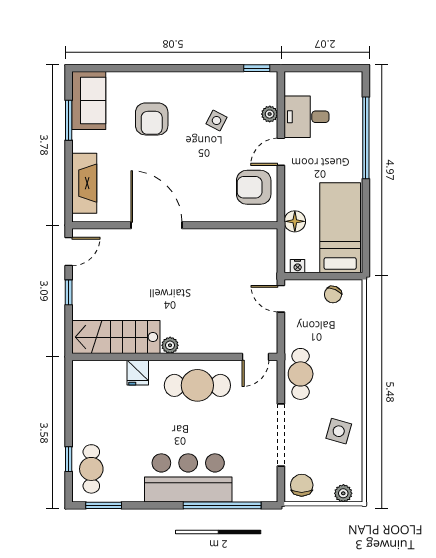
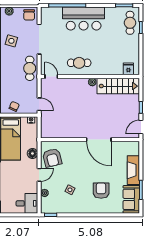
desk: (307, 117) -> (27, 203), moved
fireplace: (84, 183) -> (133, 170), moved
armchair: (254, 187) -> (52, 158), turned 76
floor lamp: (295, 221) -> (32, 153), moved
door: (255, 357) -> (51, 77), hinge flipped
fridge: (138, 373) -> (128, 69), moved
cafe table: (197, 385) -> (79, 63), width x0.73, depth x0.74

